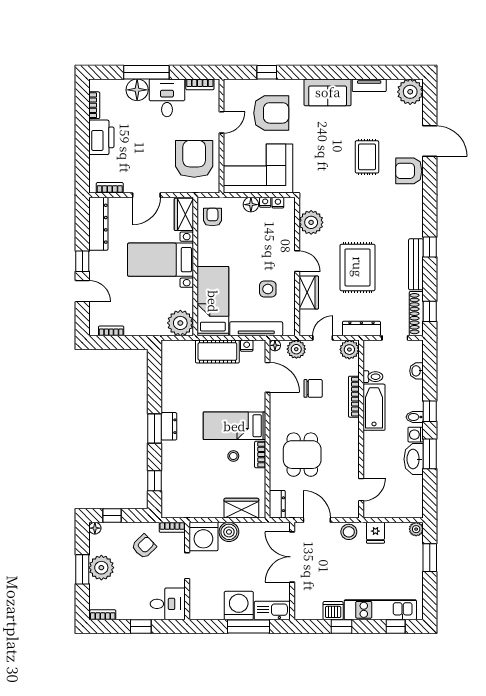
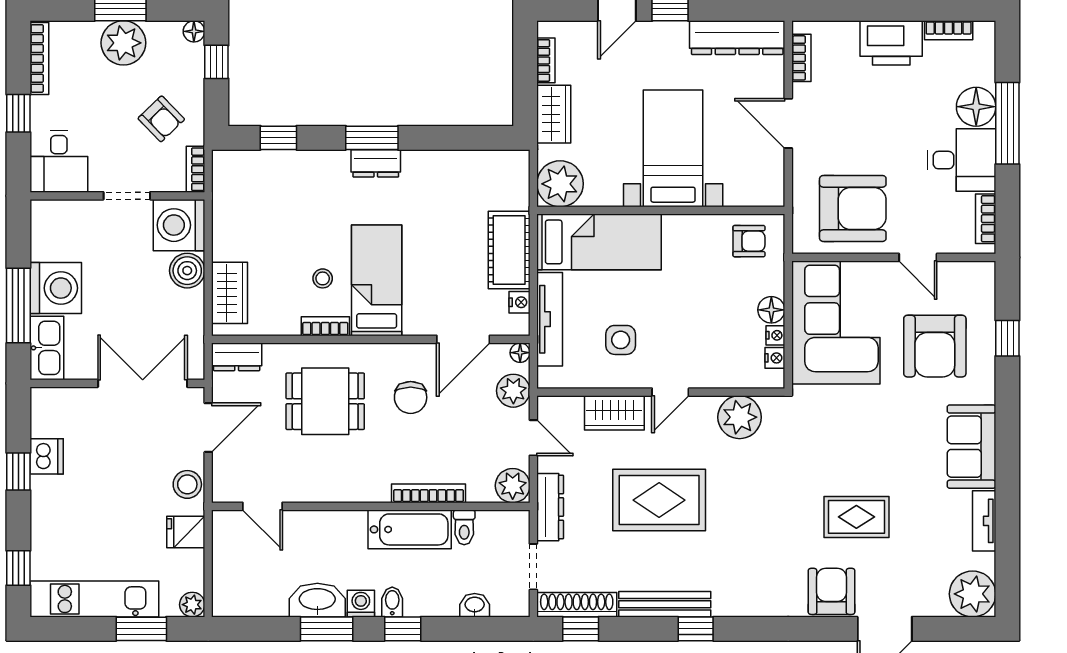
wardrobe: (184, 214) -> (554, 114), moved, turned 90
chair: (313, 388) -> (411, 397), moved
kitchen unit: (380, 610) -> (94, 599), moved, turned -90
bookcase: (103, 615) -> (39, 58), width x1.56

